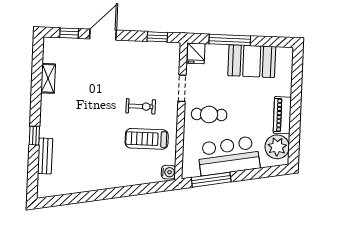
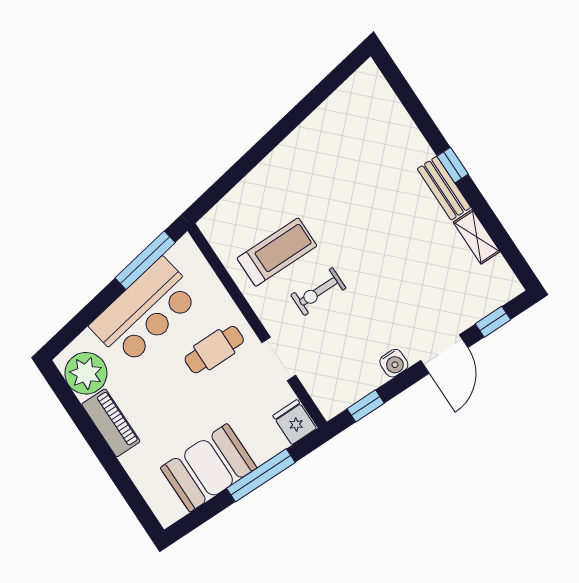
window: (34, 136) -> (453, 165), moved
bench: (45, 156) -> (444, 188), moved
water cooler: (168, 172) -> (394, 363), moved, turned -90

